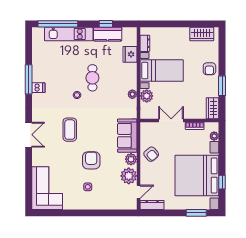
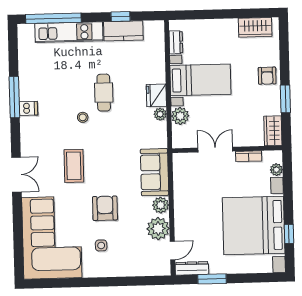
fridge: (130, 54) -> (156, 95), moved
armchair: (151, 154) -> (189, 197), removed
corner sofa: (47, 188) -> (52, 238), width x1.36, depth x1.36
window: (196, 213) -> (212, 279), moved

